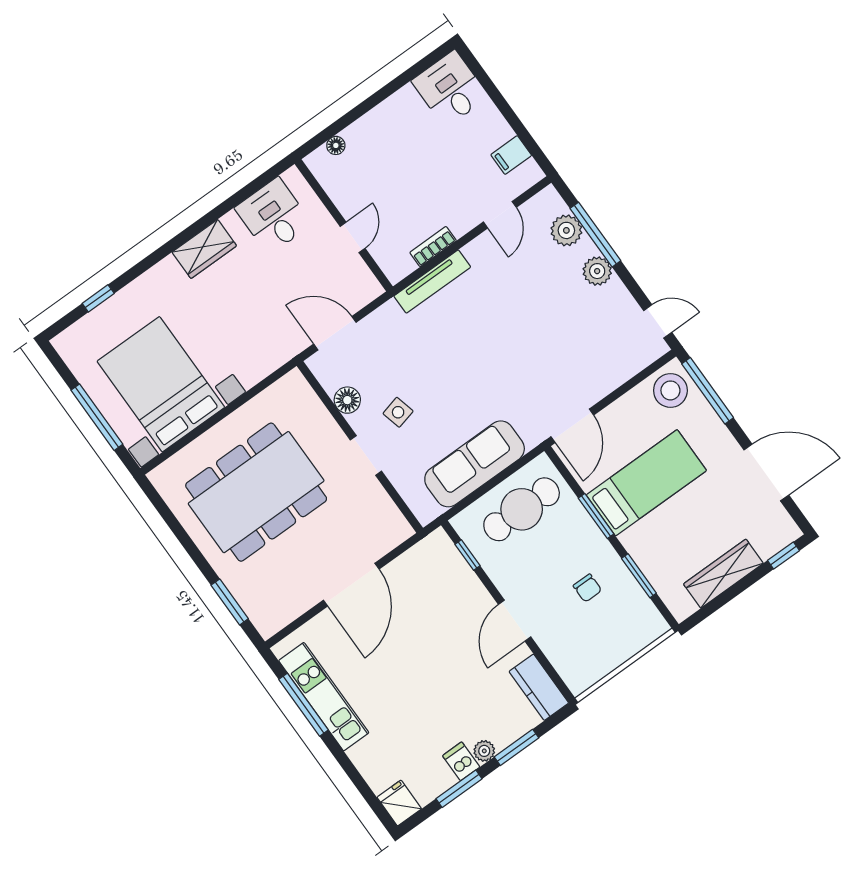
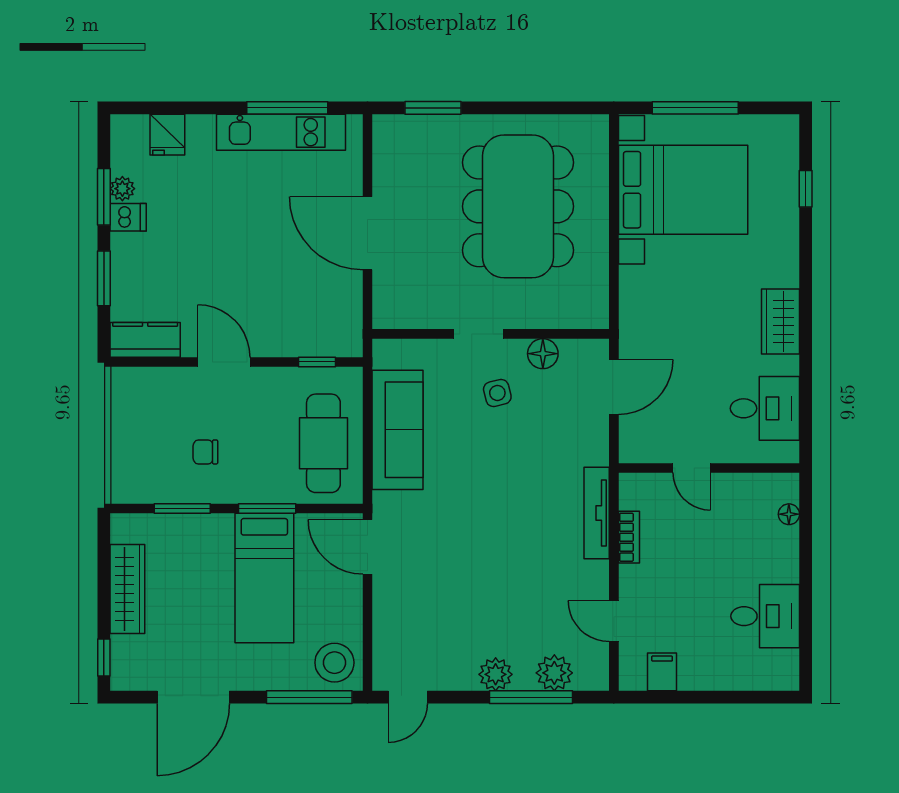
desk: (450, 89) -> (765, 616), moved
plant: (484, 751) -> (122, 189), moved
fridge: (399, 803) -> (167, 135), moved, turned 90

